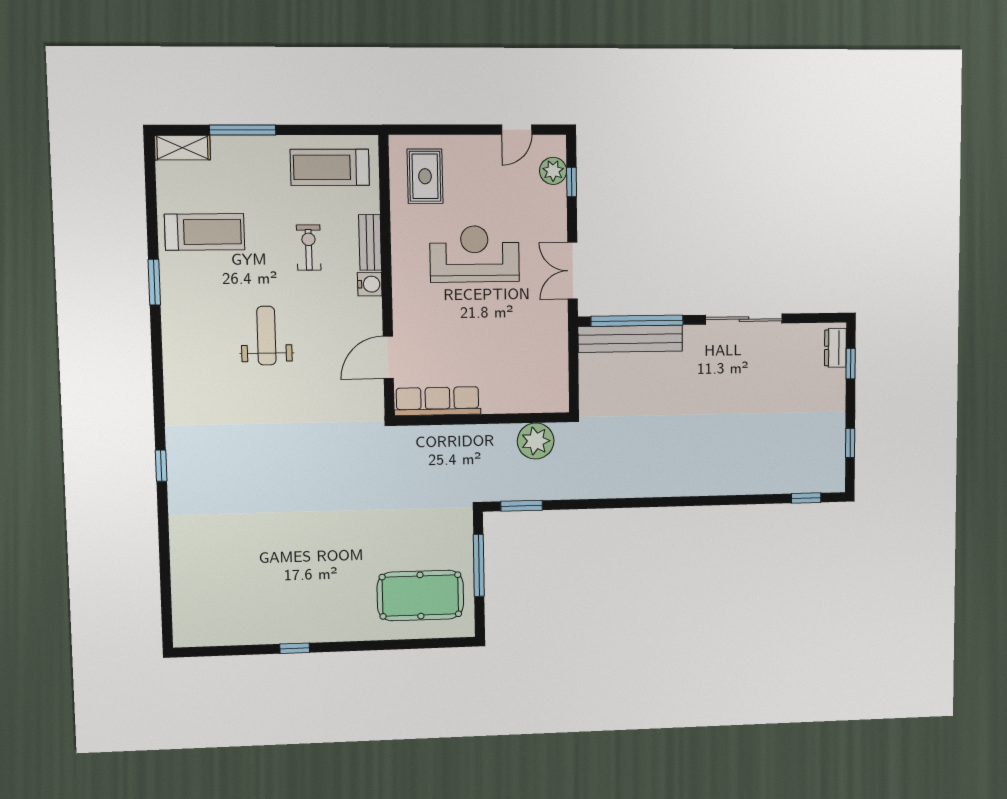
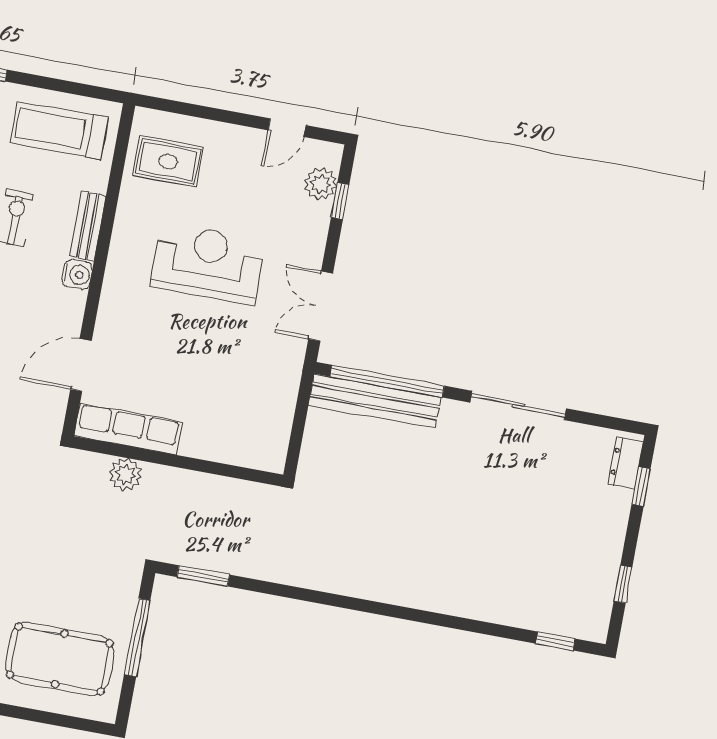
rug: (425, 176) -> (168, 161), turned 90
plant: (536, 441) -> (125, 474), moved, width x0.73, depth x0.73

